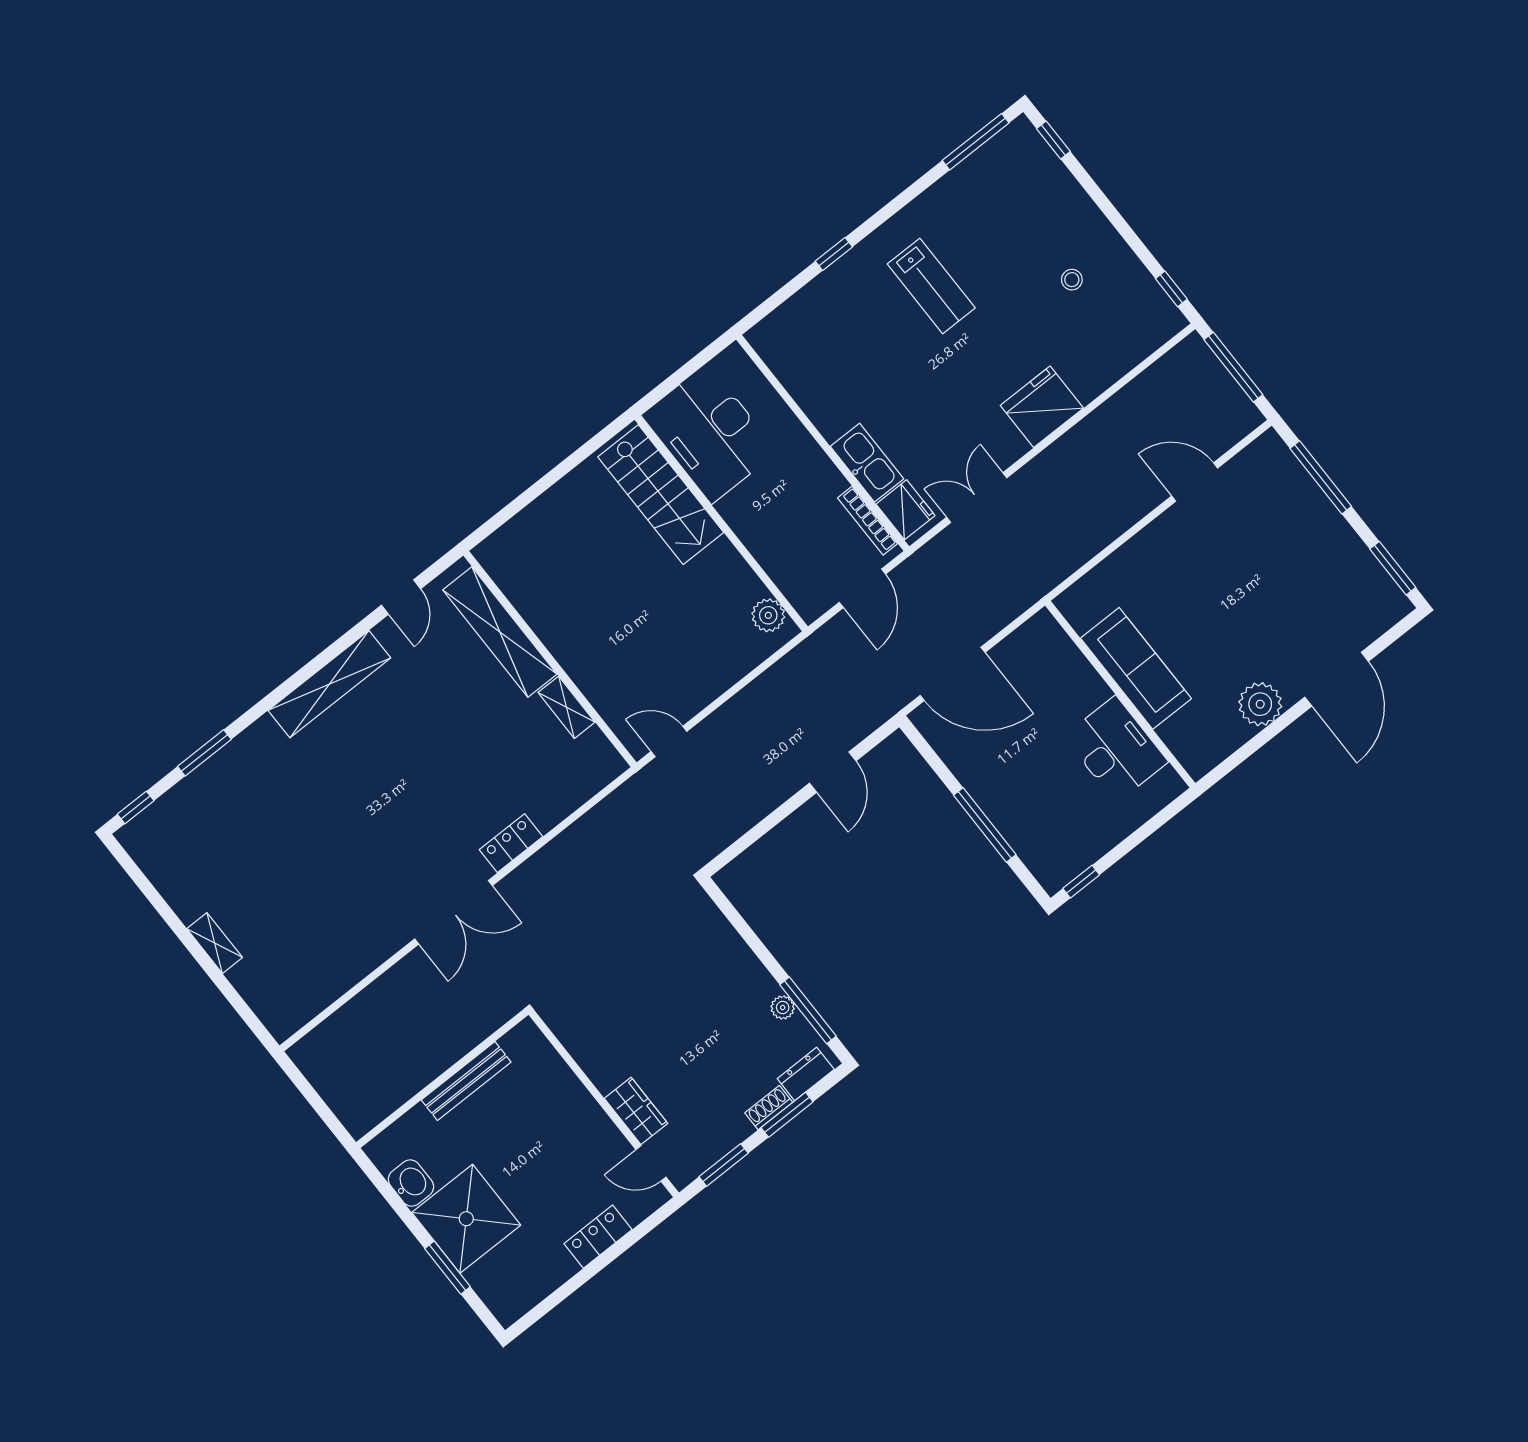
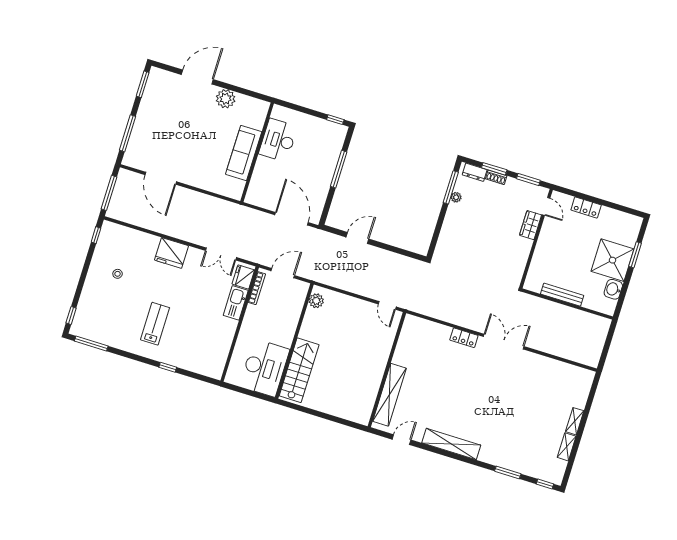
door: (1195, 482) -> (161, 178), width x1.36
shelving: (567, 707) -> (567, 447), moved

